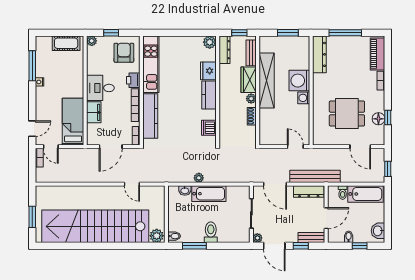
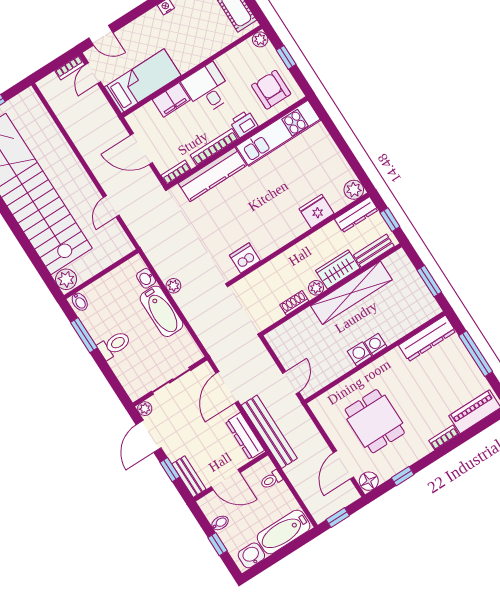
armchair: (124, 53) -> (271, 90), turned -90
washing machine: (299, 81) -> (376, 344), width x0.53, depth x0.53
kitchen counter: (209, 95) -> (287, 232), removed
floor lamp: (378, 119) -> (369, 481), moved
bathtub: (365, 194) -> (284, 532), moved, turned 90

